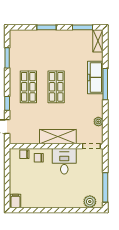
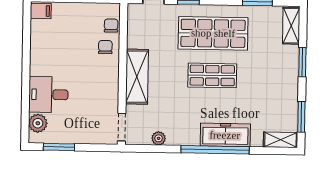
shelving: (22, 35) -> (291, 26), added
window: (105, 84) -> (215, 150), width x1.46
shop shelf: (28, 87) -> (213, 33), width x1.43, depth x1.36
desk: (64, 161) -> (48, 95), moved, turned 180
window: (105, 187) -> (59, 147), width x0.69

